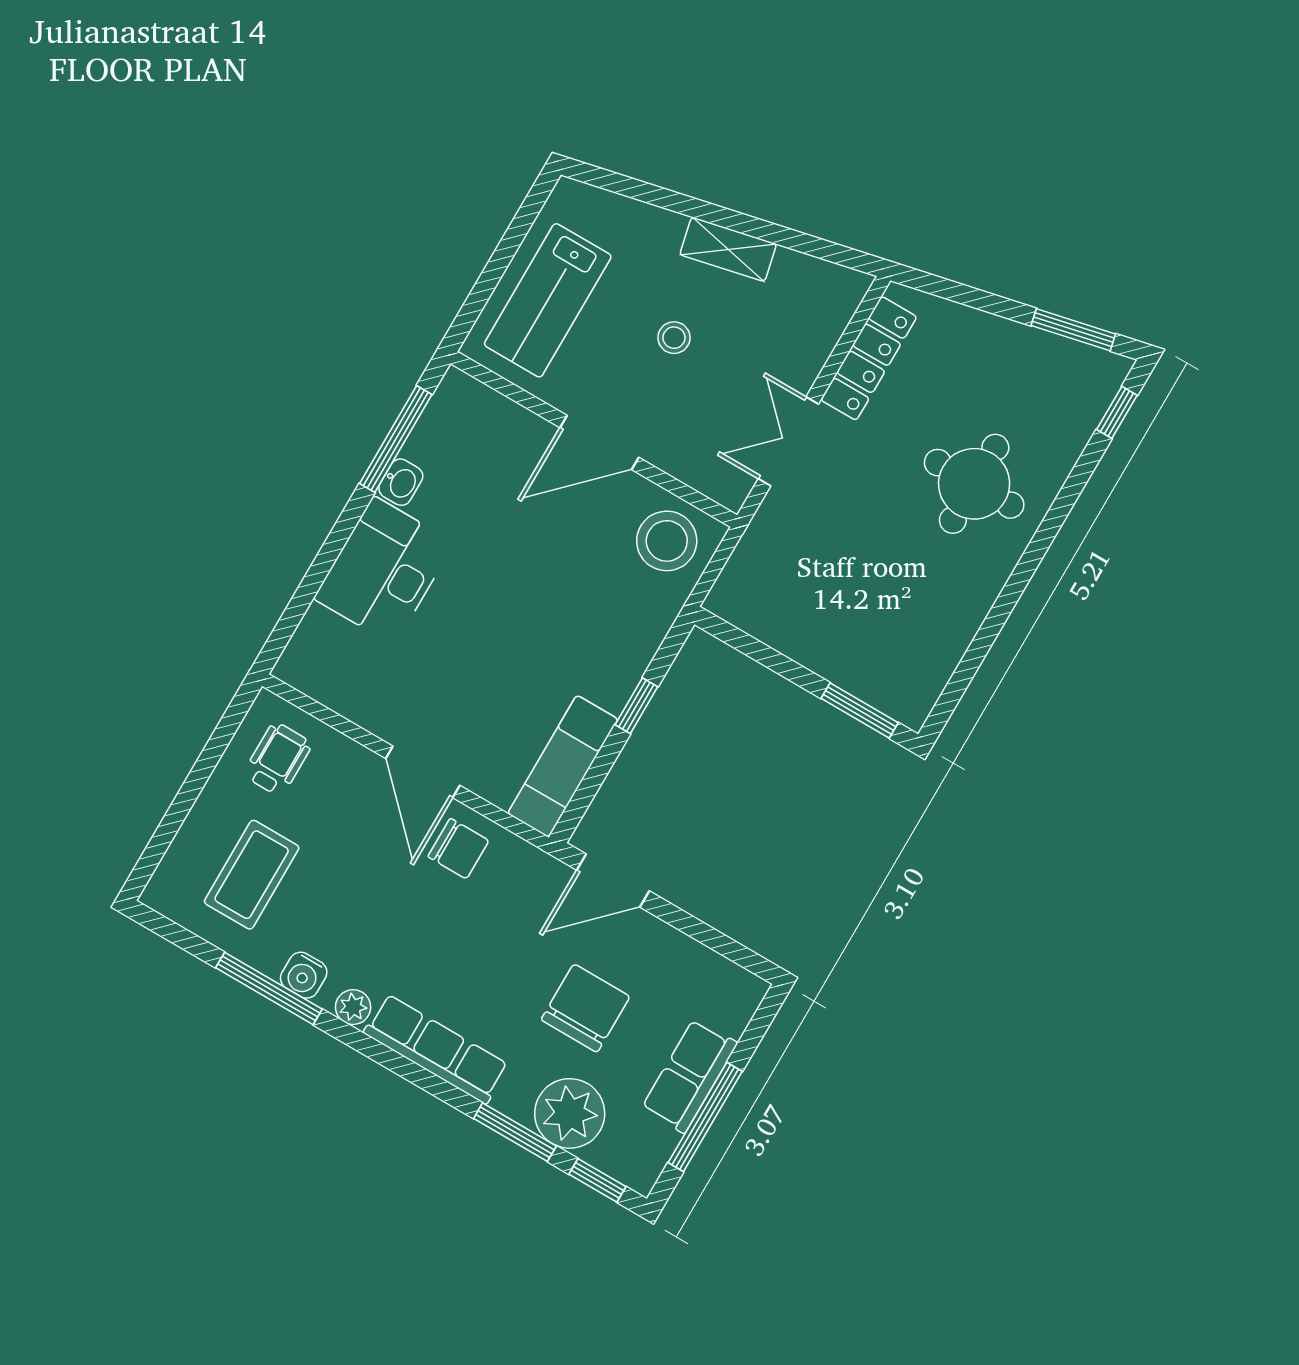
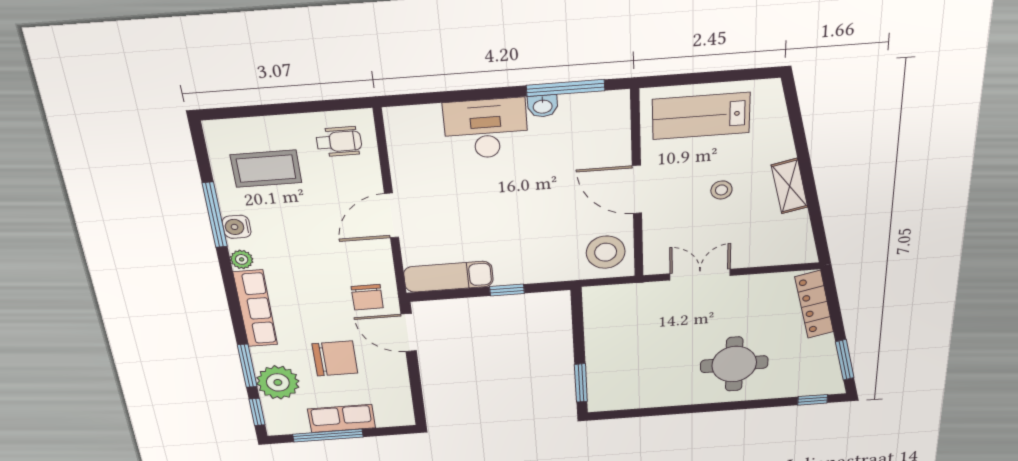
locker: (869, 358) -> (814, 305), moved, turned 78
chair: (458, 849) -> (367, 297), moved

